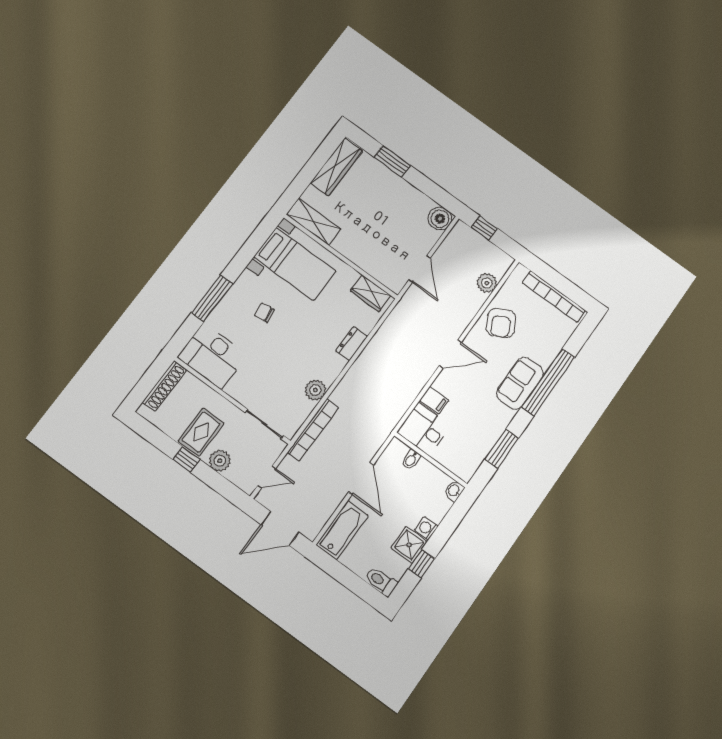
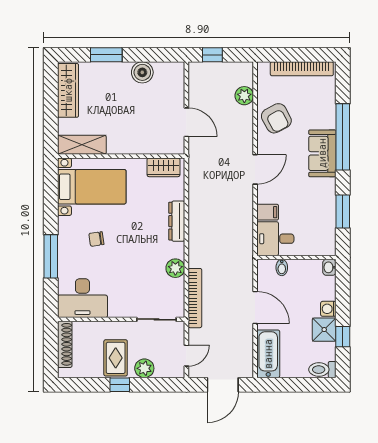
boiler: (440, 219) -> (142, 72), moved
dresser: (352, 344) -> (177, 221), width x1.44

